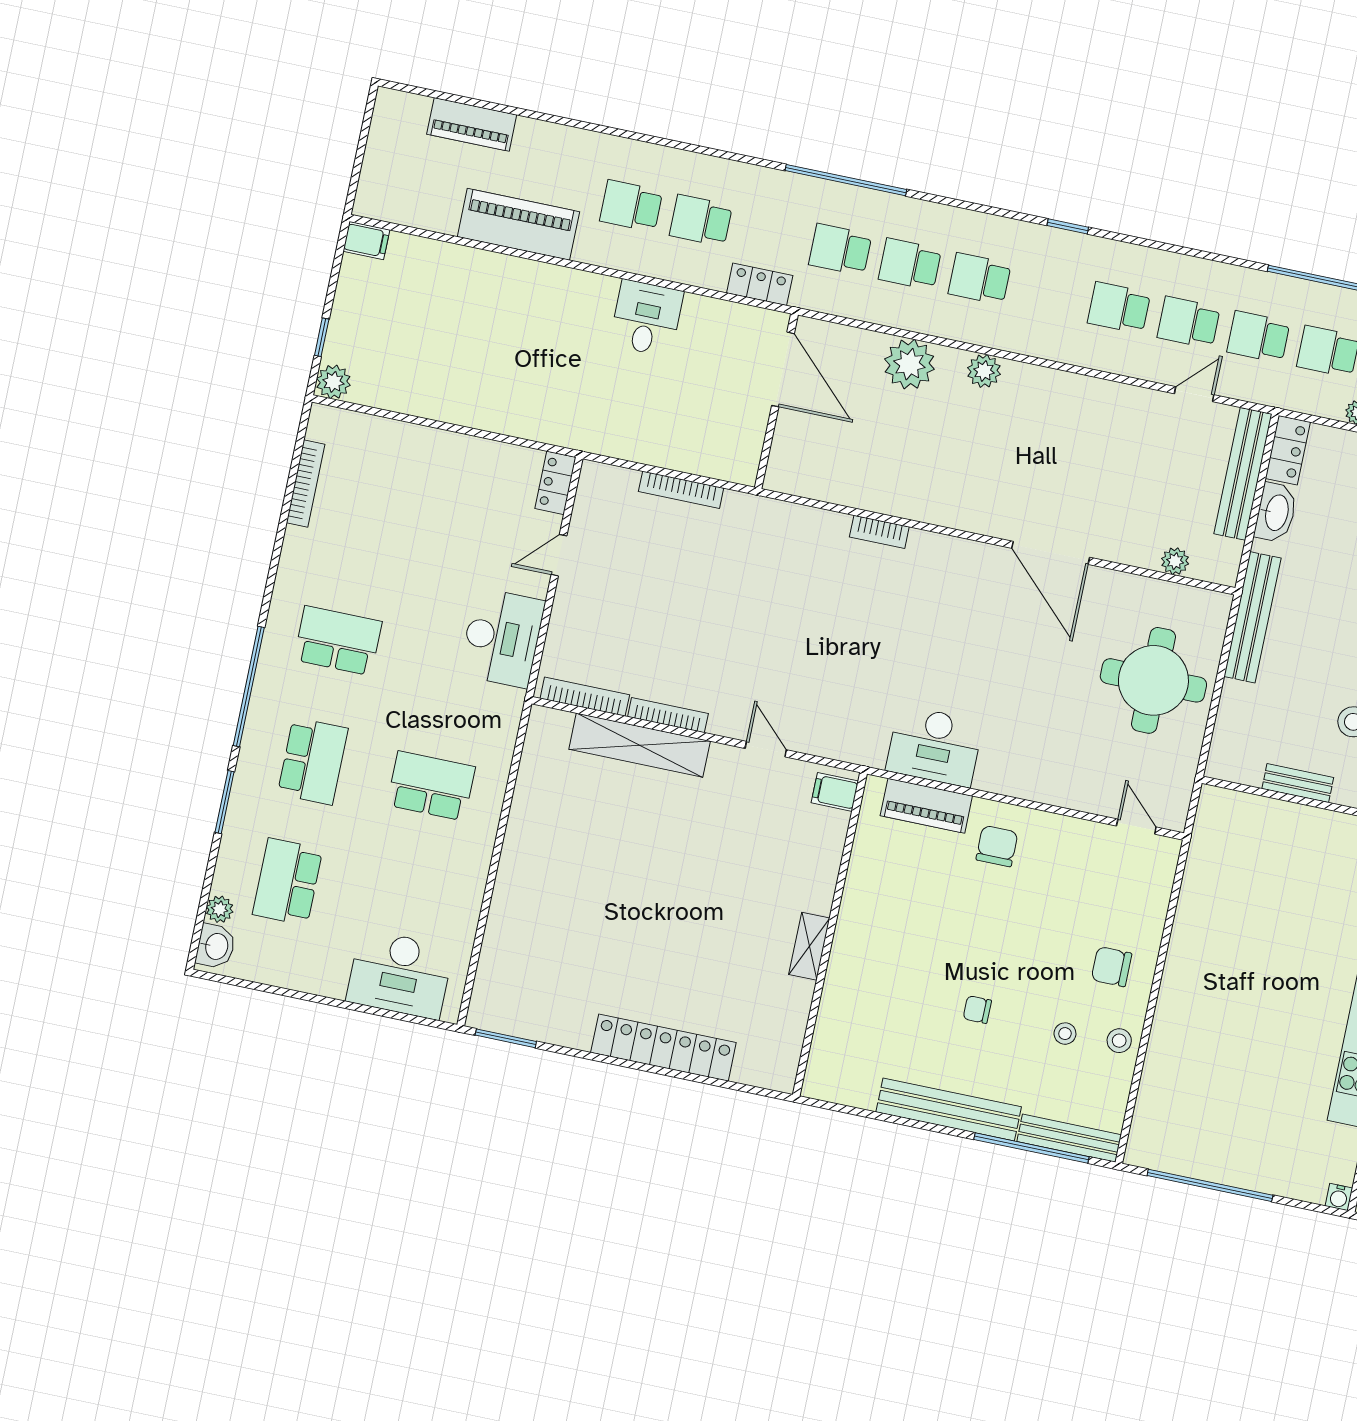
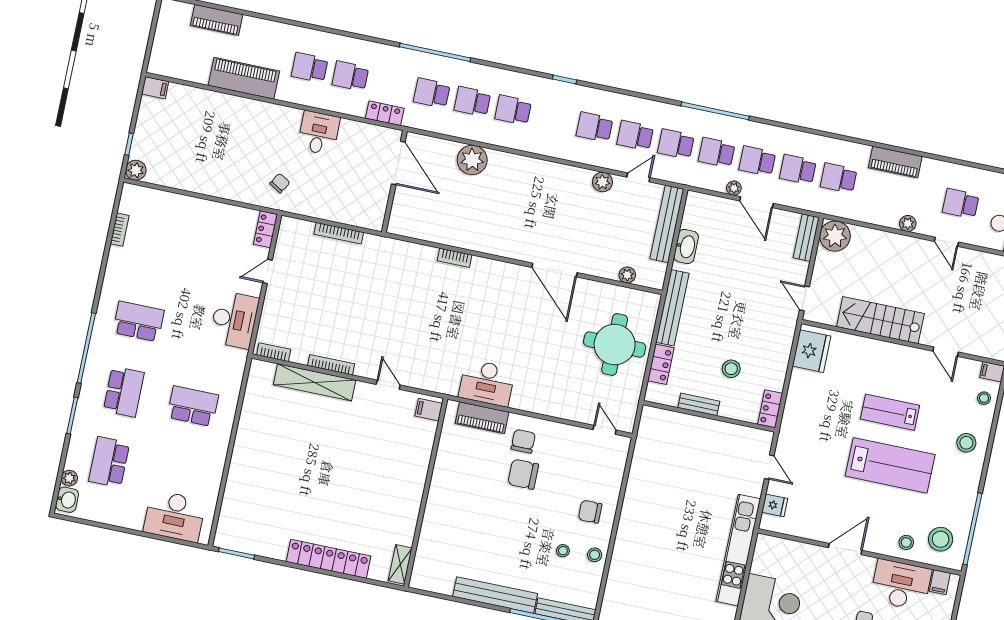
plant: (984, 371) -> (602, 182), moved
chair: (580, 404) -> (280, 183), added
locker: (1288, 450) -> (661, 364), moved
bookcase: (306, 483) -> (120, 230), width x0.64
bookcase: (585, 697) -> (274, 352), width x0.64
shelving: (809, 946) -> (400, 564), moved
chair: (977, 1010) -> (523, 474), moved, width x1.87, depth x1.87

